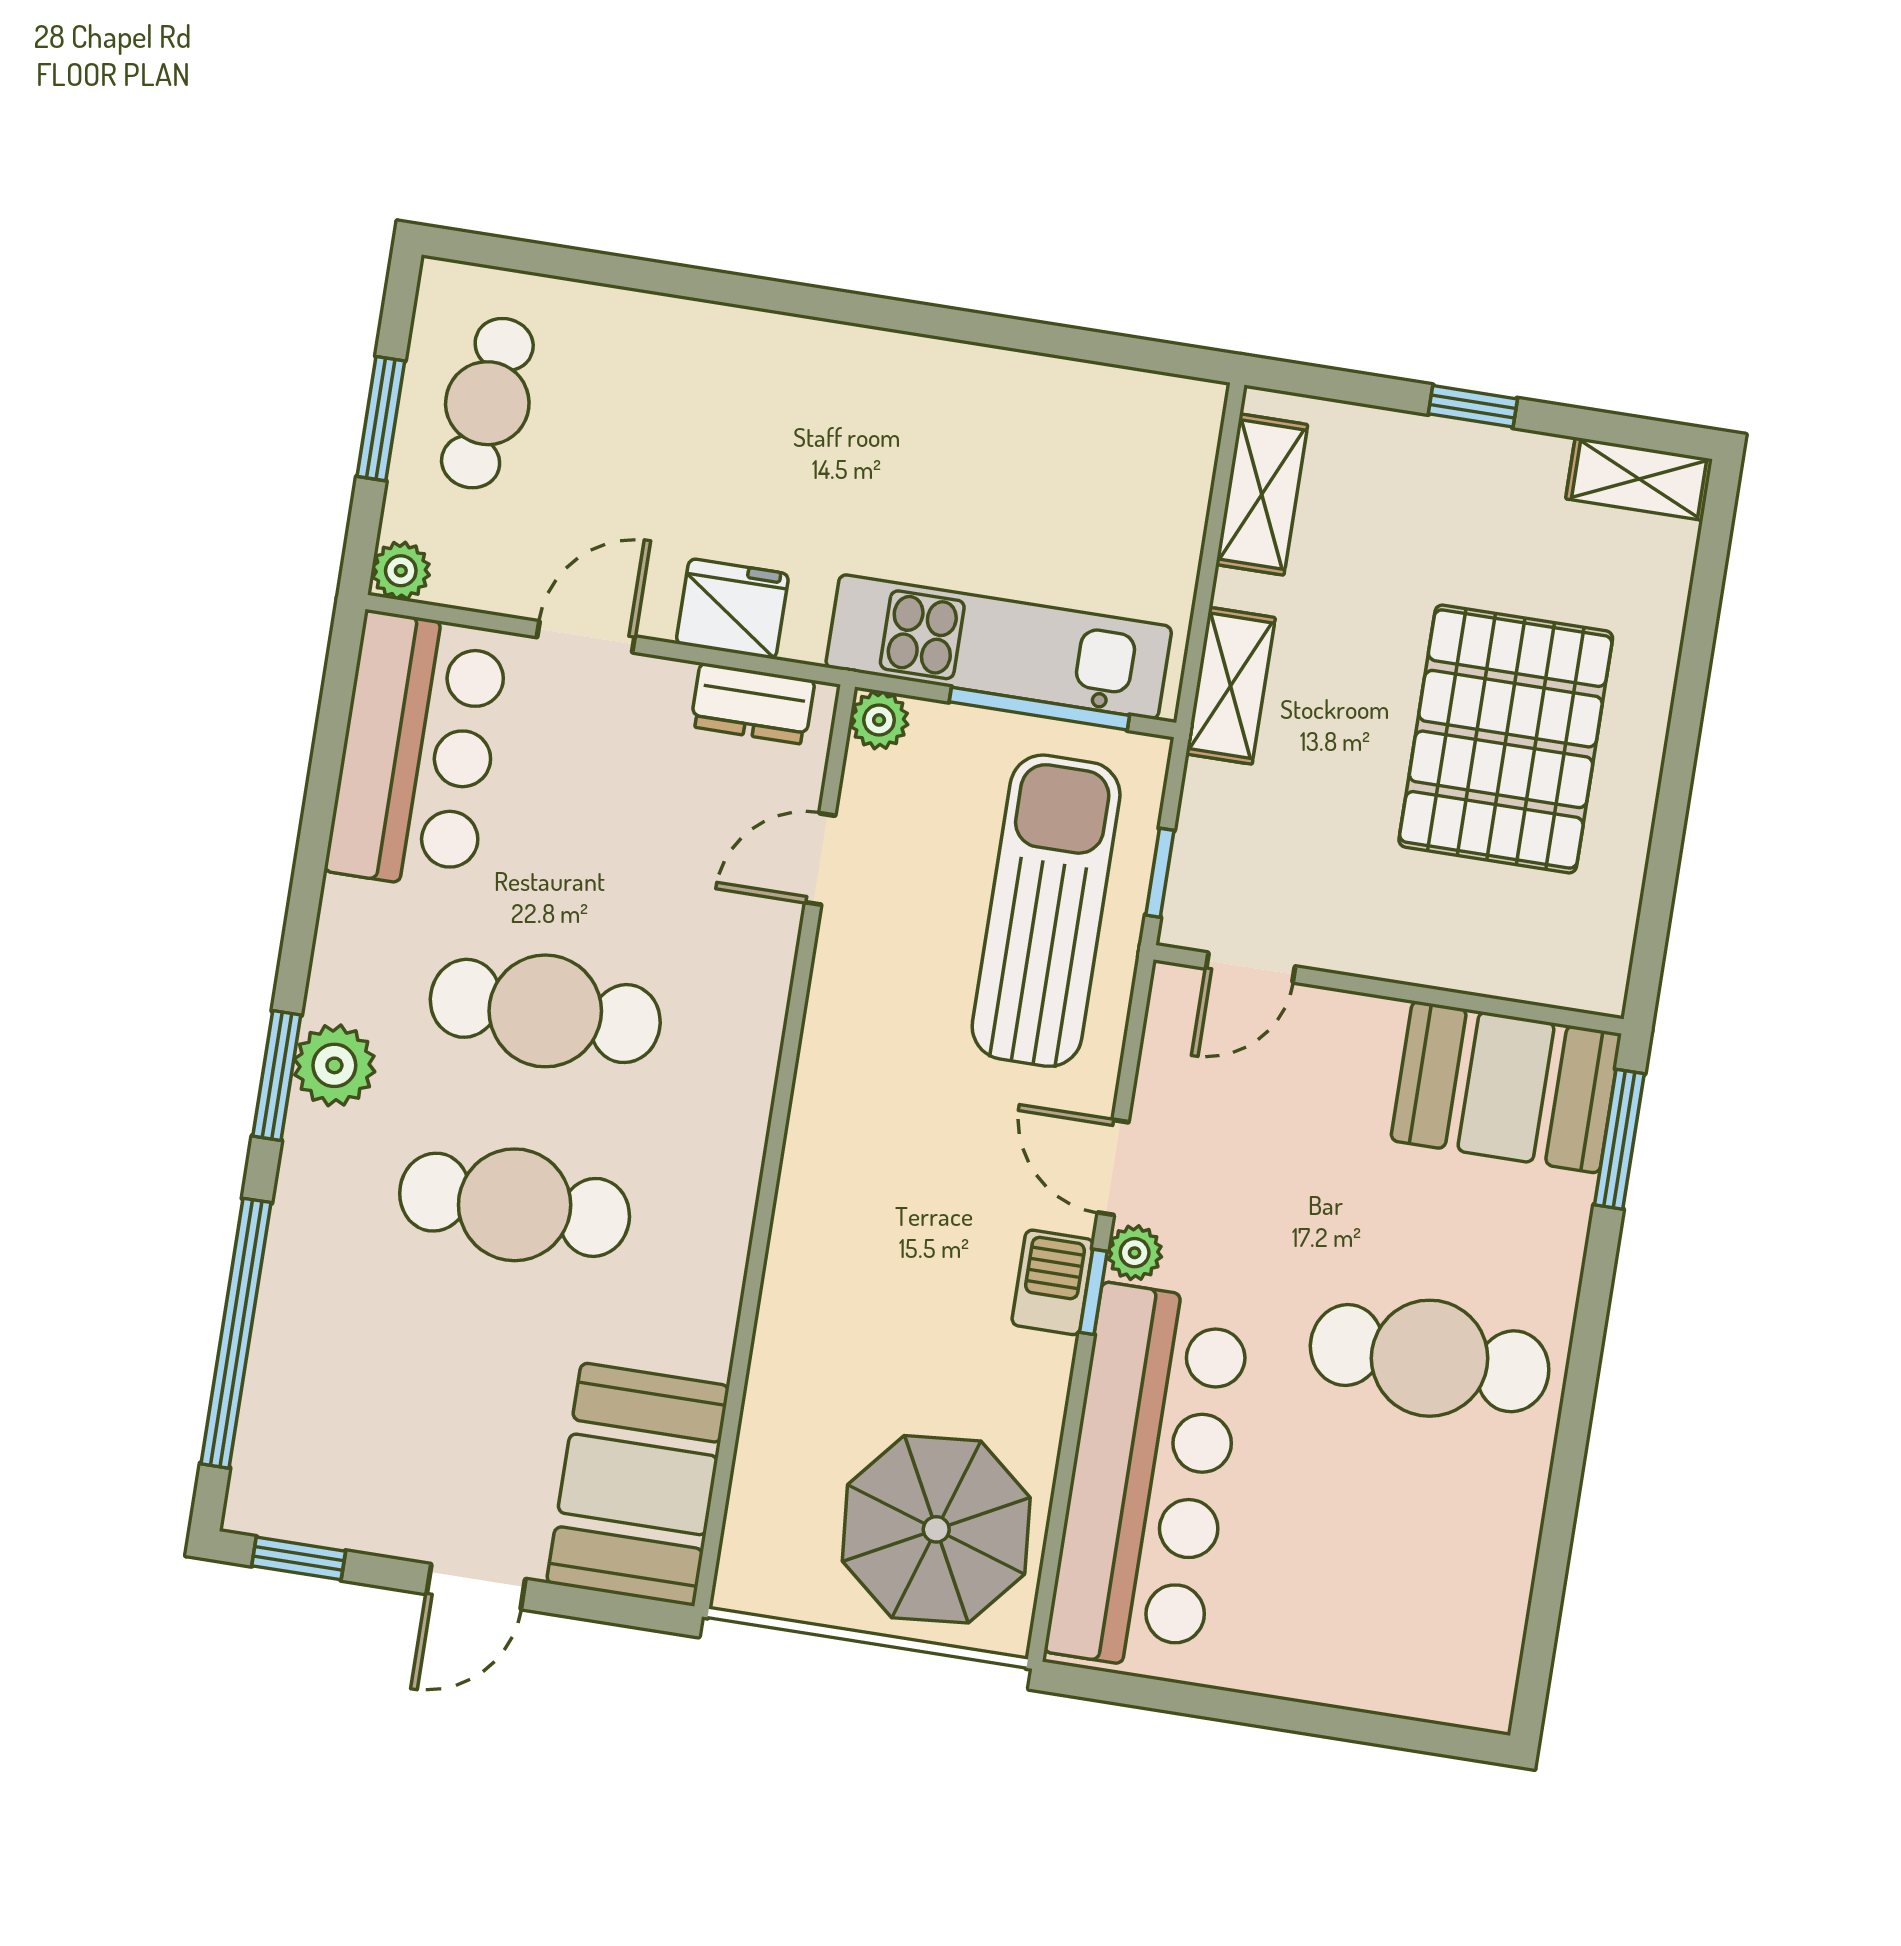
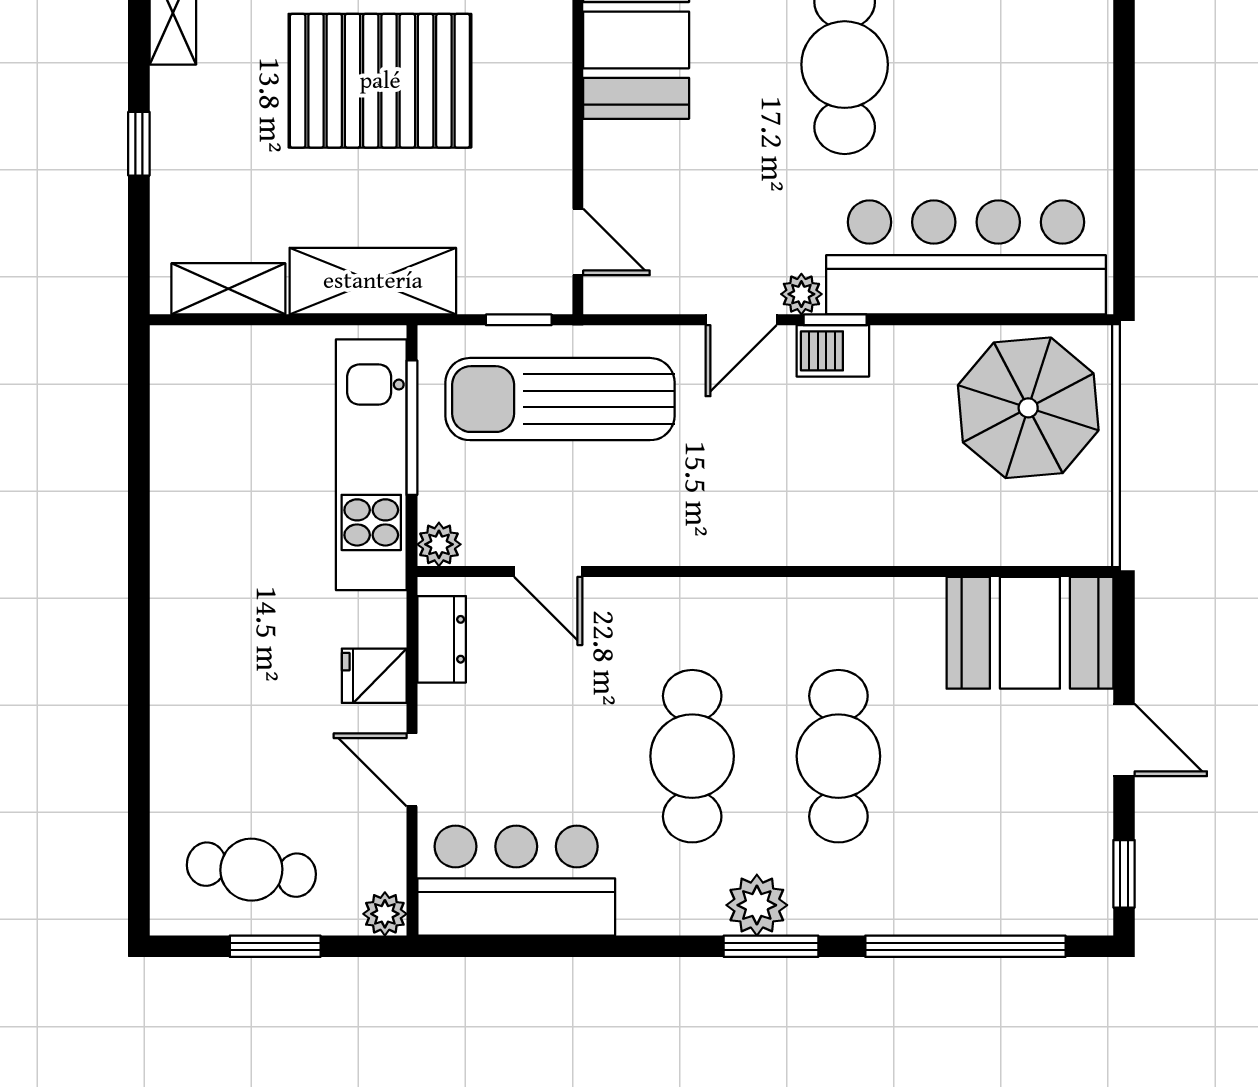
fridge: (732, 609) -> (374, 676), width x0.72
shelving: (1231, 686) -> (373, 281), width x1.50, depth x1.33

